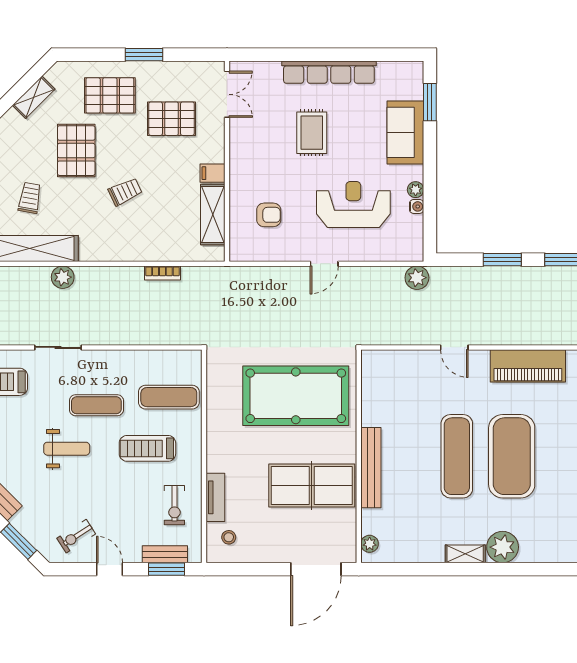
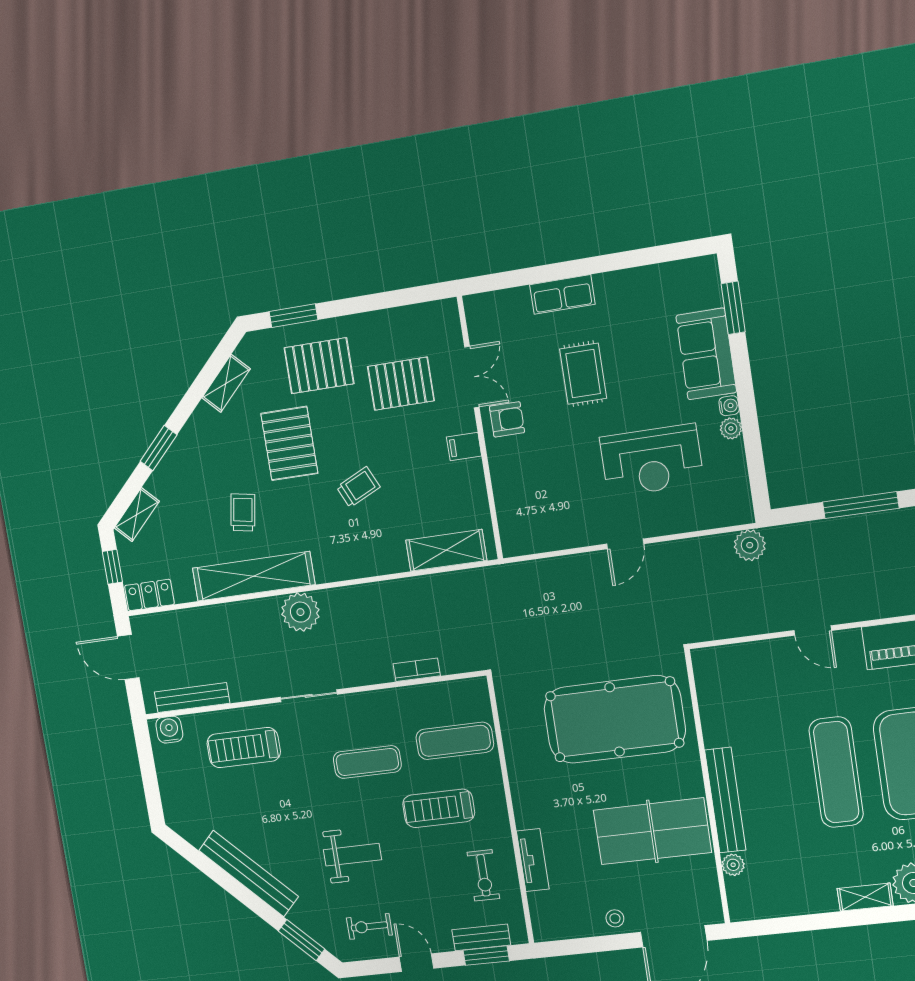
window: (144, 55) -> (293, 316), moved
row of seats: (329, 72) -> (562, 294), width x0.50
double door: (227, 94) -> (472, 377), moved
reception desk: (353, 205) -> (652, 460), turned 180
water cooler: (417, 206) -> (729, 406), moved
shelving: (213, 214) -> (446, 550), moved, turned 90
armchair: (269, 215) -> (507, 419), moved
window: (502, 260) -> (861, 505), width x1.44
bookcase: (162, 273) -> (417, 670), moved, turned 180
plant: (63, 277) -> (300, 612), width x1.36, depth x1.36
weight bench: (67, 449) -> (352, 855), moved
exercise bike: (76, 536) -> (369, 926), turned 33
stool: (229, 537) -> (615, 918), moved
plant: (370, 544) -> (733, 865), moved

